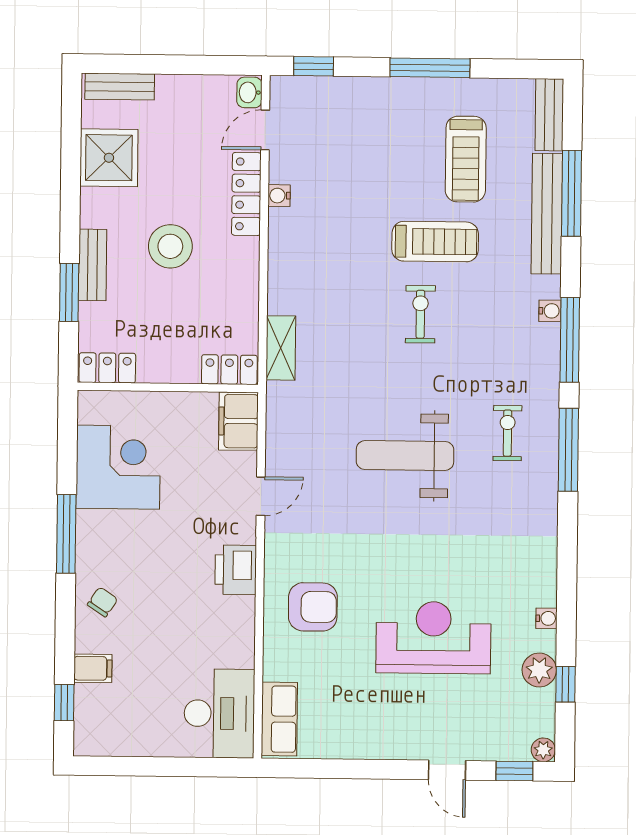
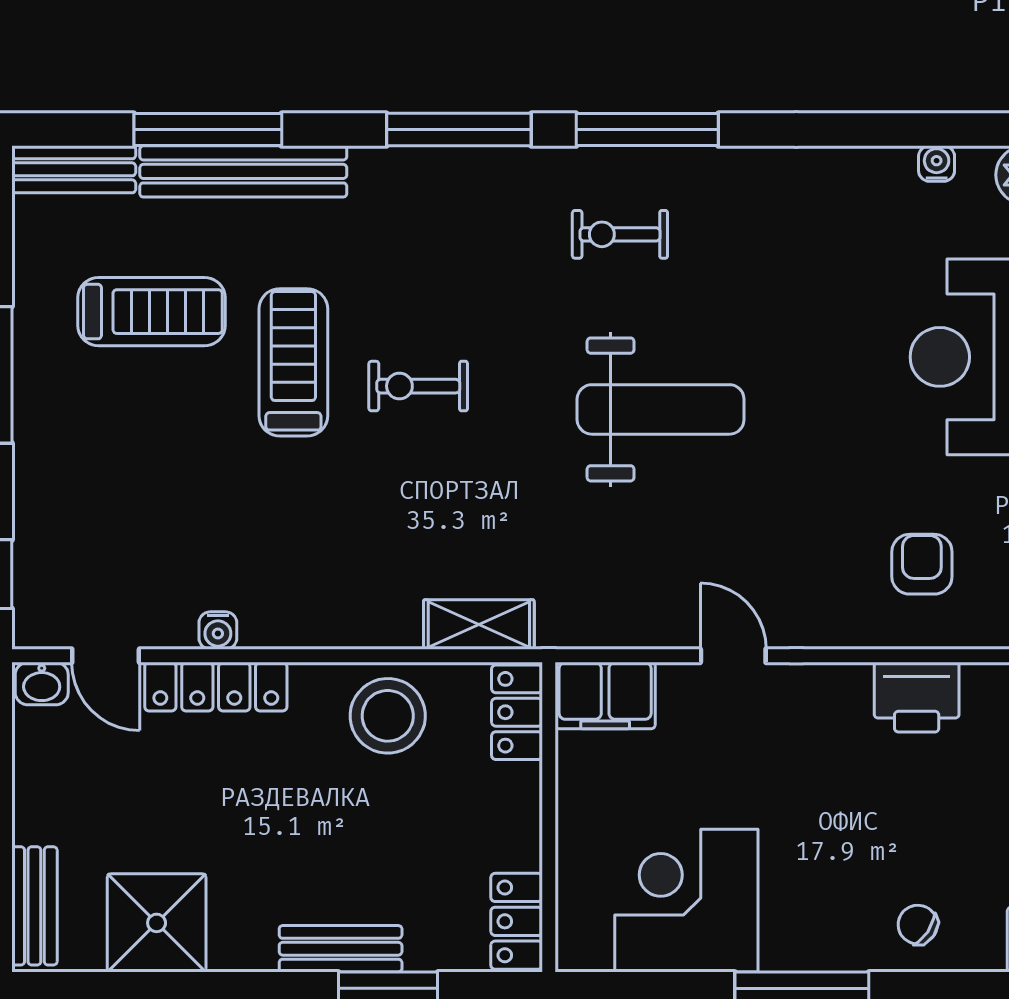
stool: (170, 246) -> (388, 716), moved
water cooler: (550, 311) -> (410, 164), removed
weight bench: (405, 456) -> (661, 409), turned -90
printer: (236, 570) -> (917, 697), moved
armchair: (313, 607) -> (922, 564), width x0.72, depth x0.72

